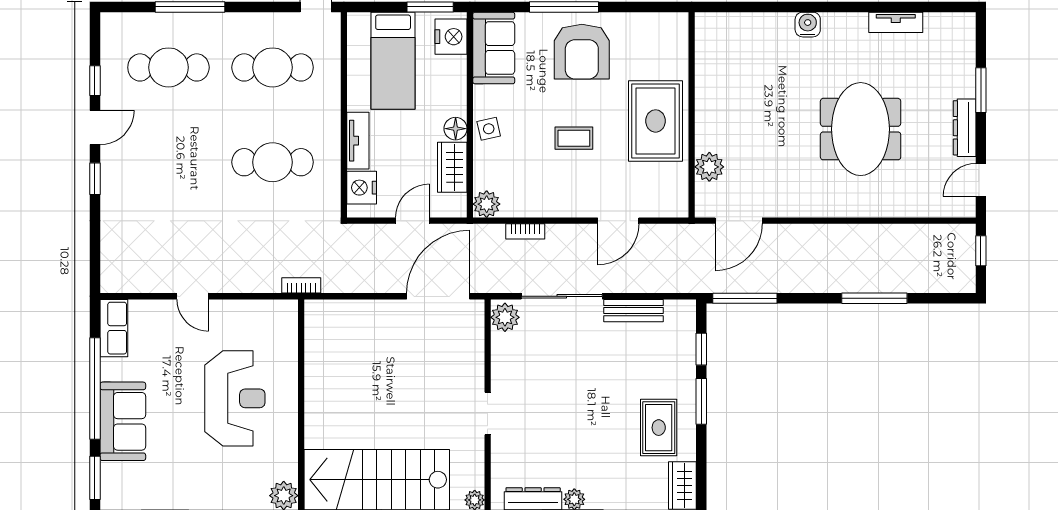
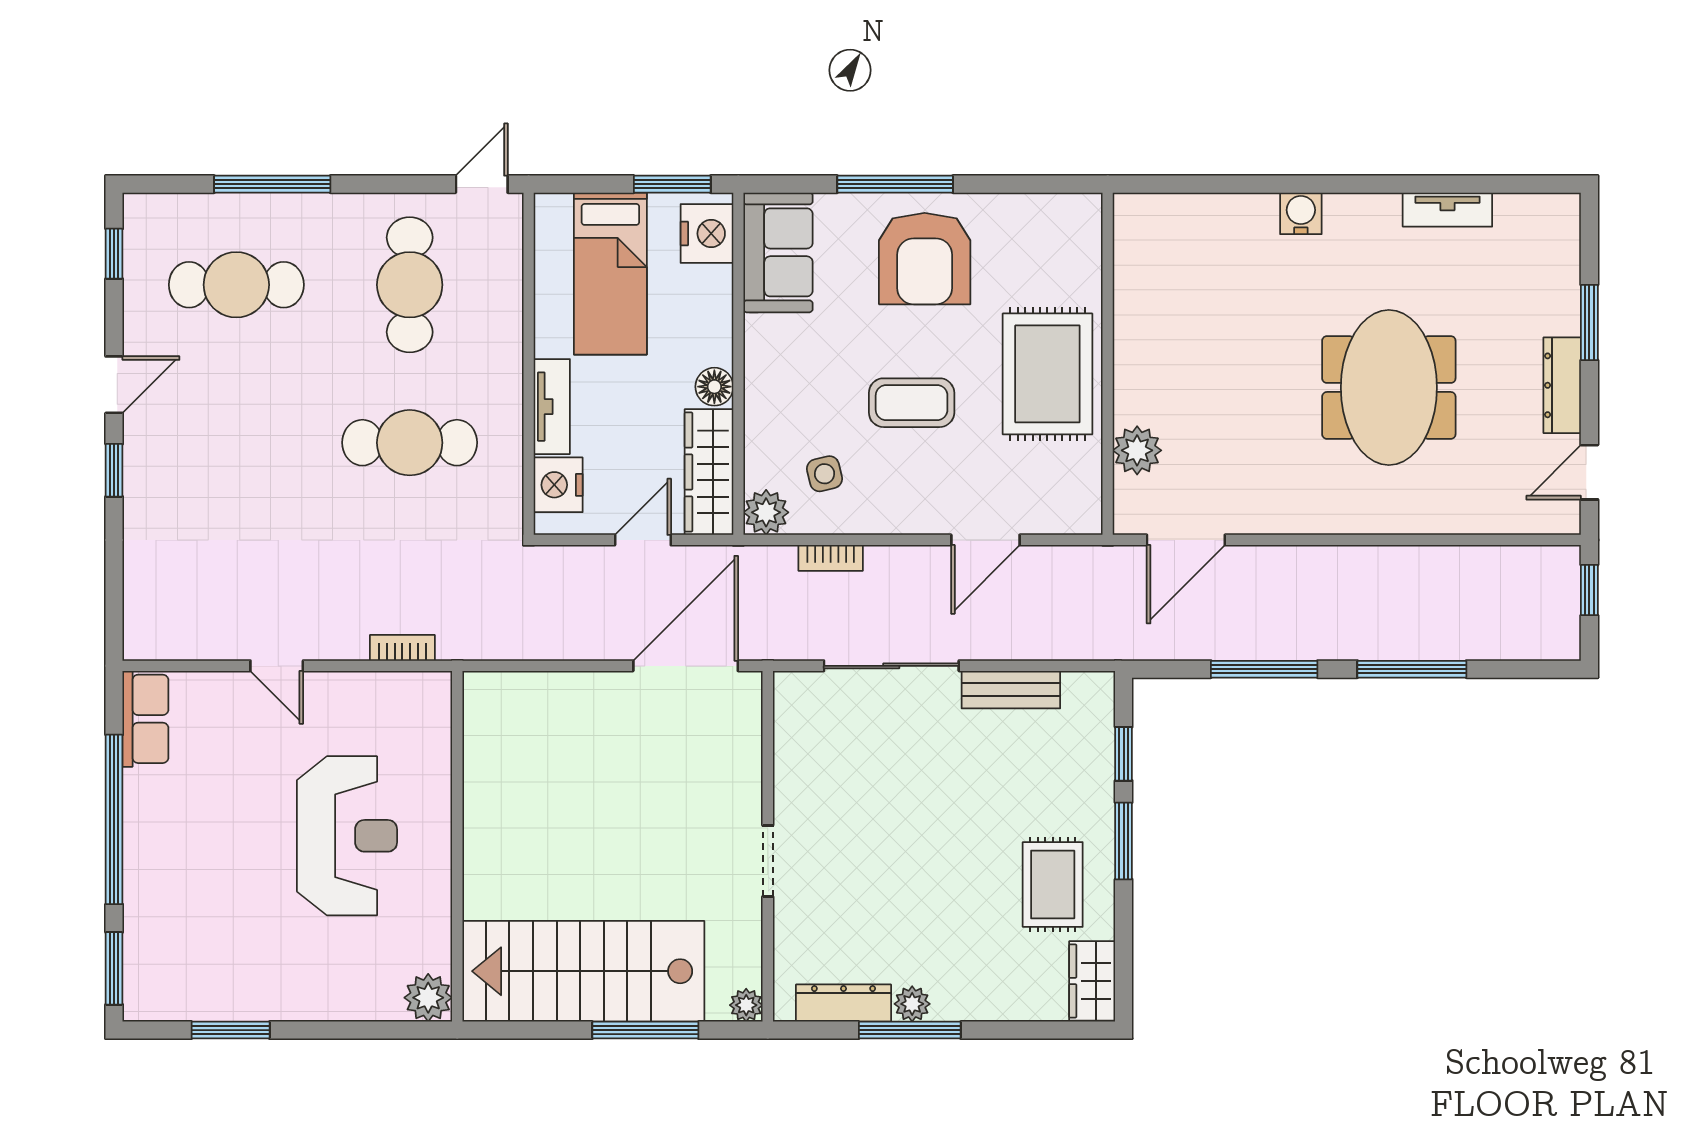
cafe table: (273, 67) -> (410, 285), turned 90
window: (95, 81) -> (114, 254), moved
side table: (489, 129) -> (824, 474), moved
coffee table: (574, 138) -> (912, 403), width x1.36, depth x1.30
wardrobe: (452, 167) -> (709, 472), width x1.50
bookcase: (301, 285) -> (402, 648), moved
window: (745, 298) -> (1264, 669), moved
plant: (505, 317) -> (797, 701), removed
sofa: (123, 421) -> (160, 874), removed

